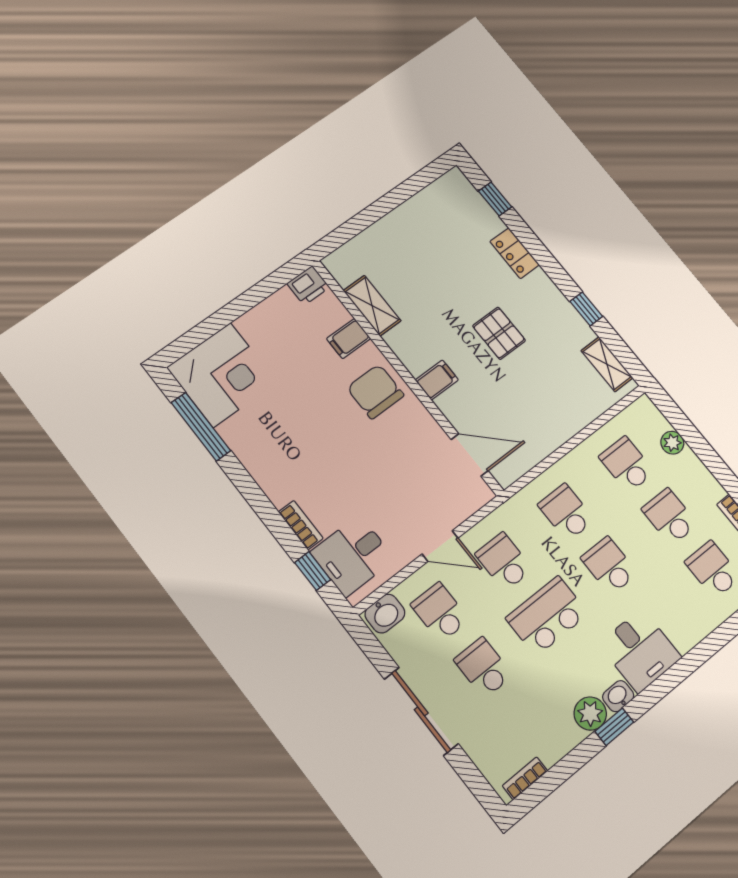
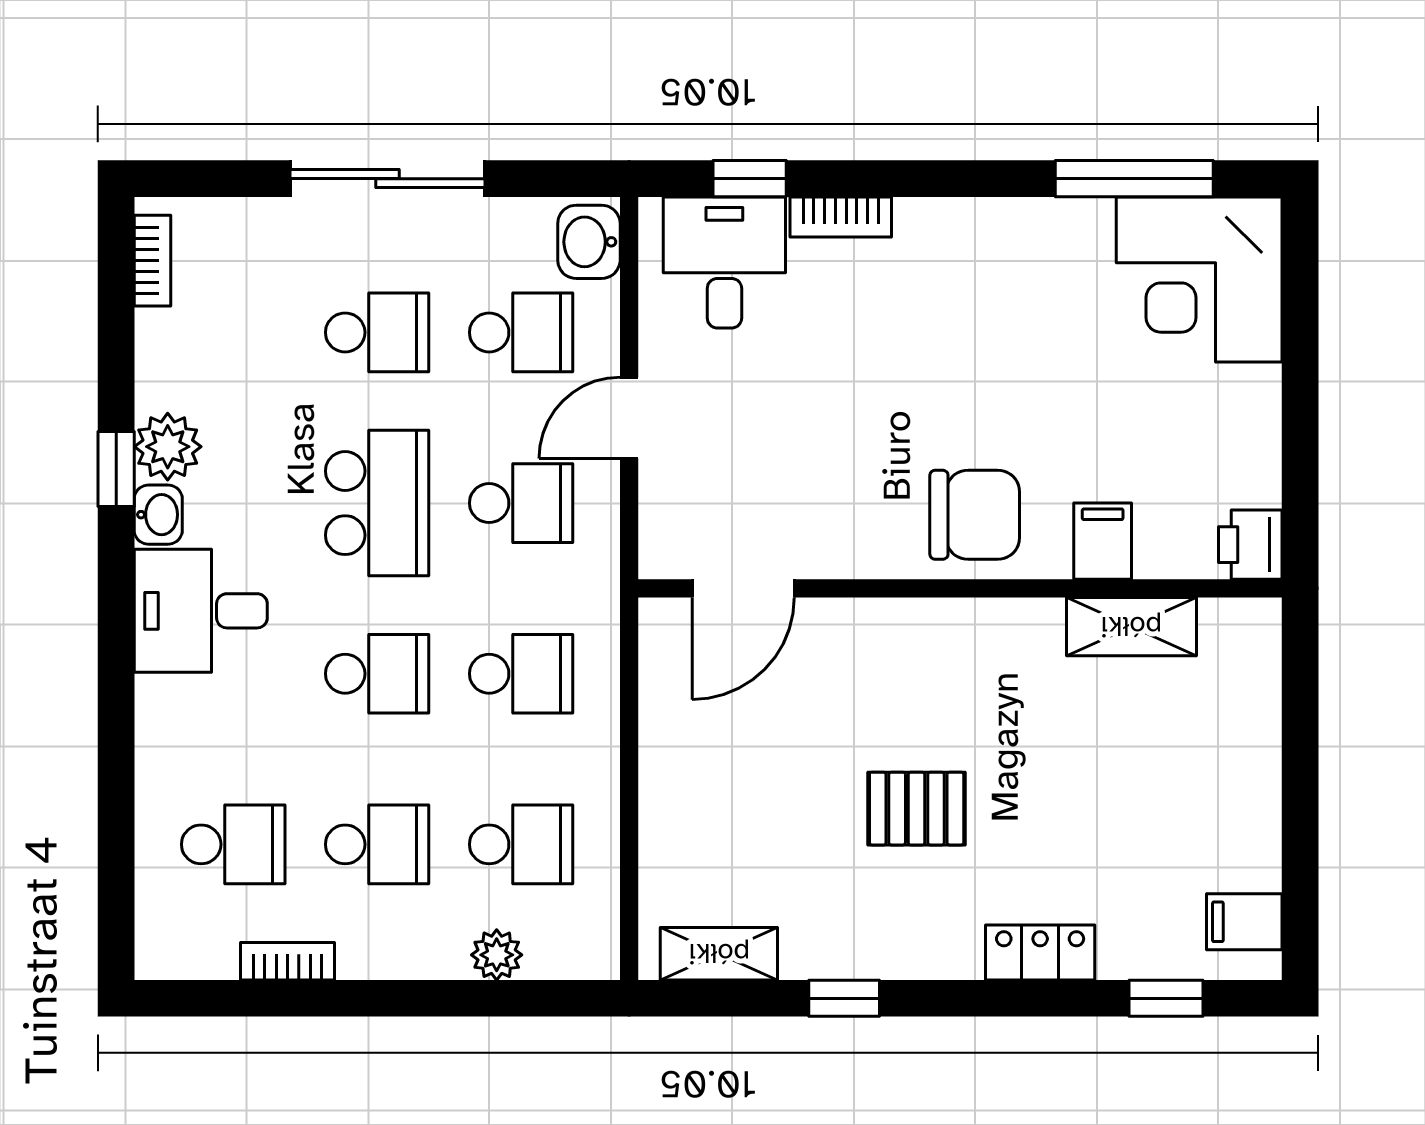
filing cabinet: (437, 380) -> (1244, 922), moved, turned 90

